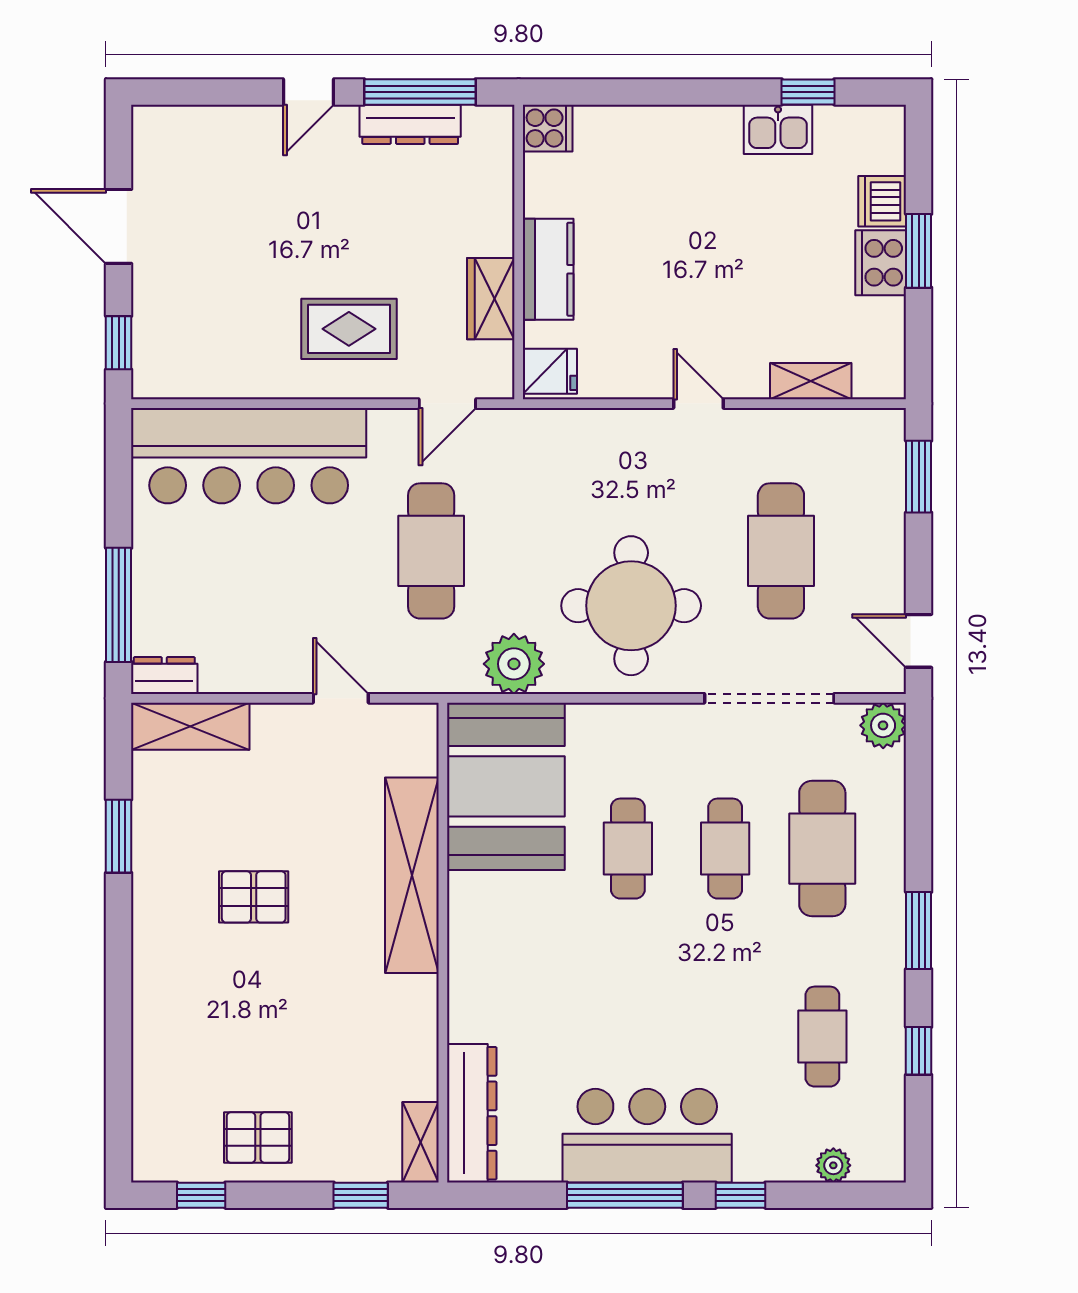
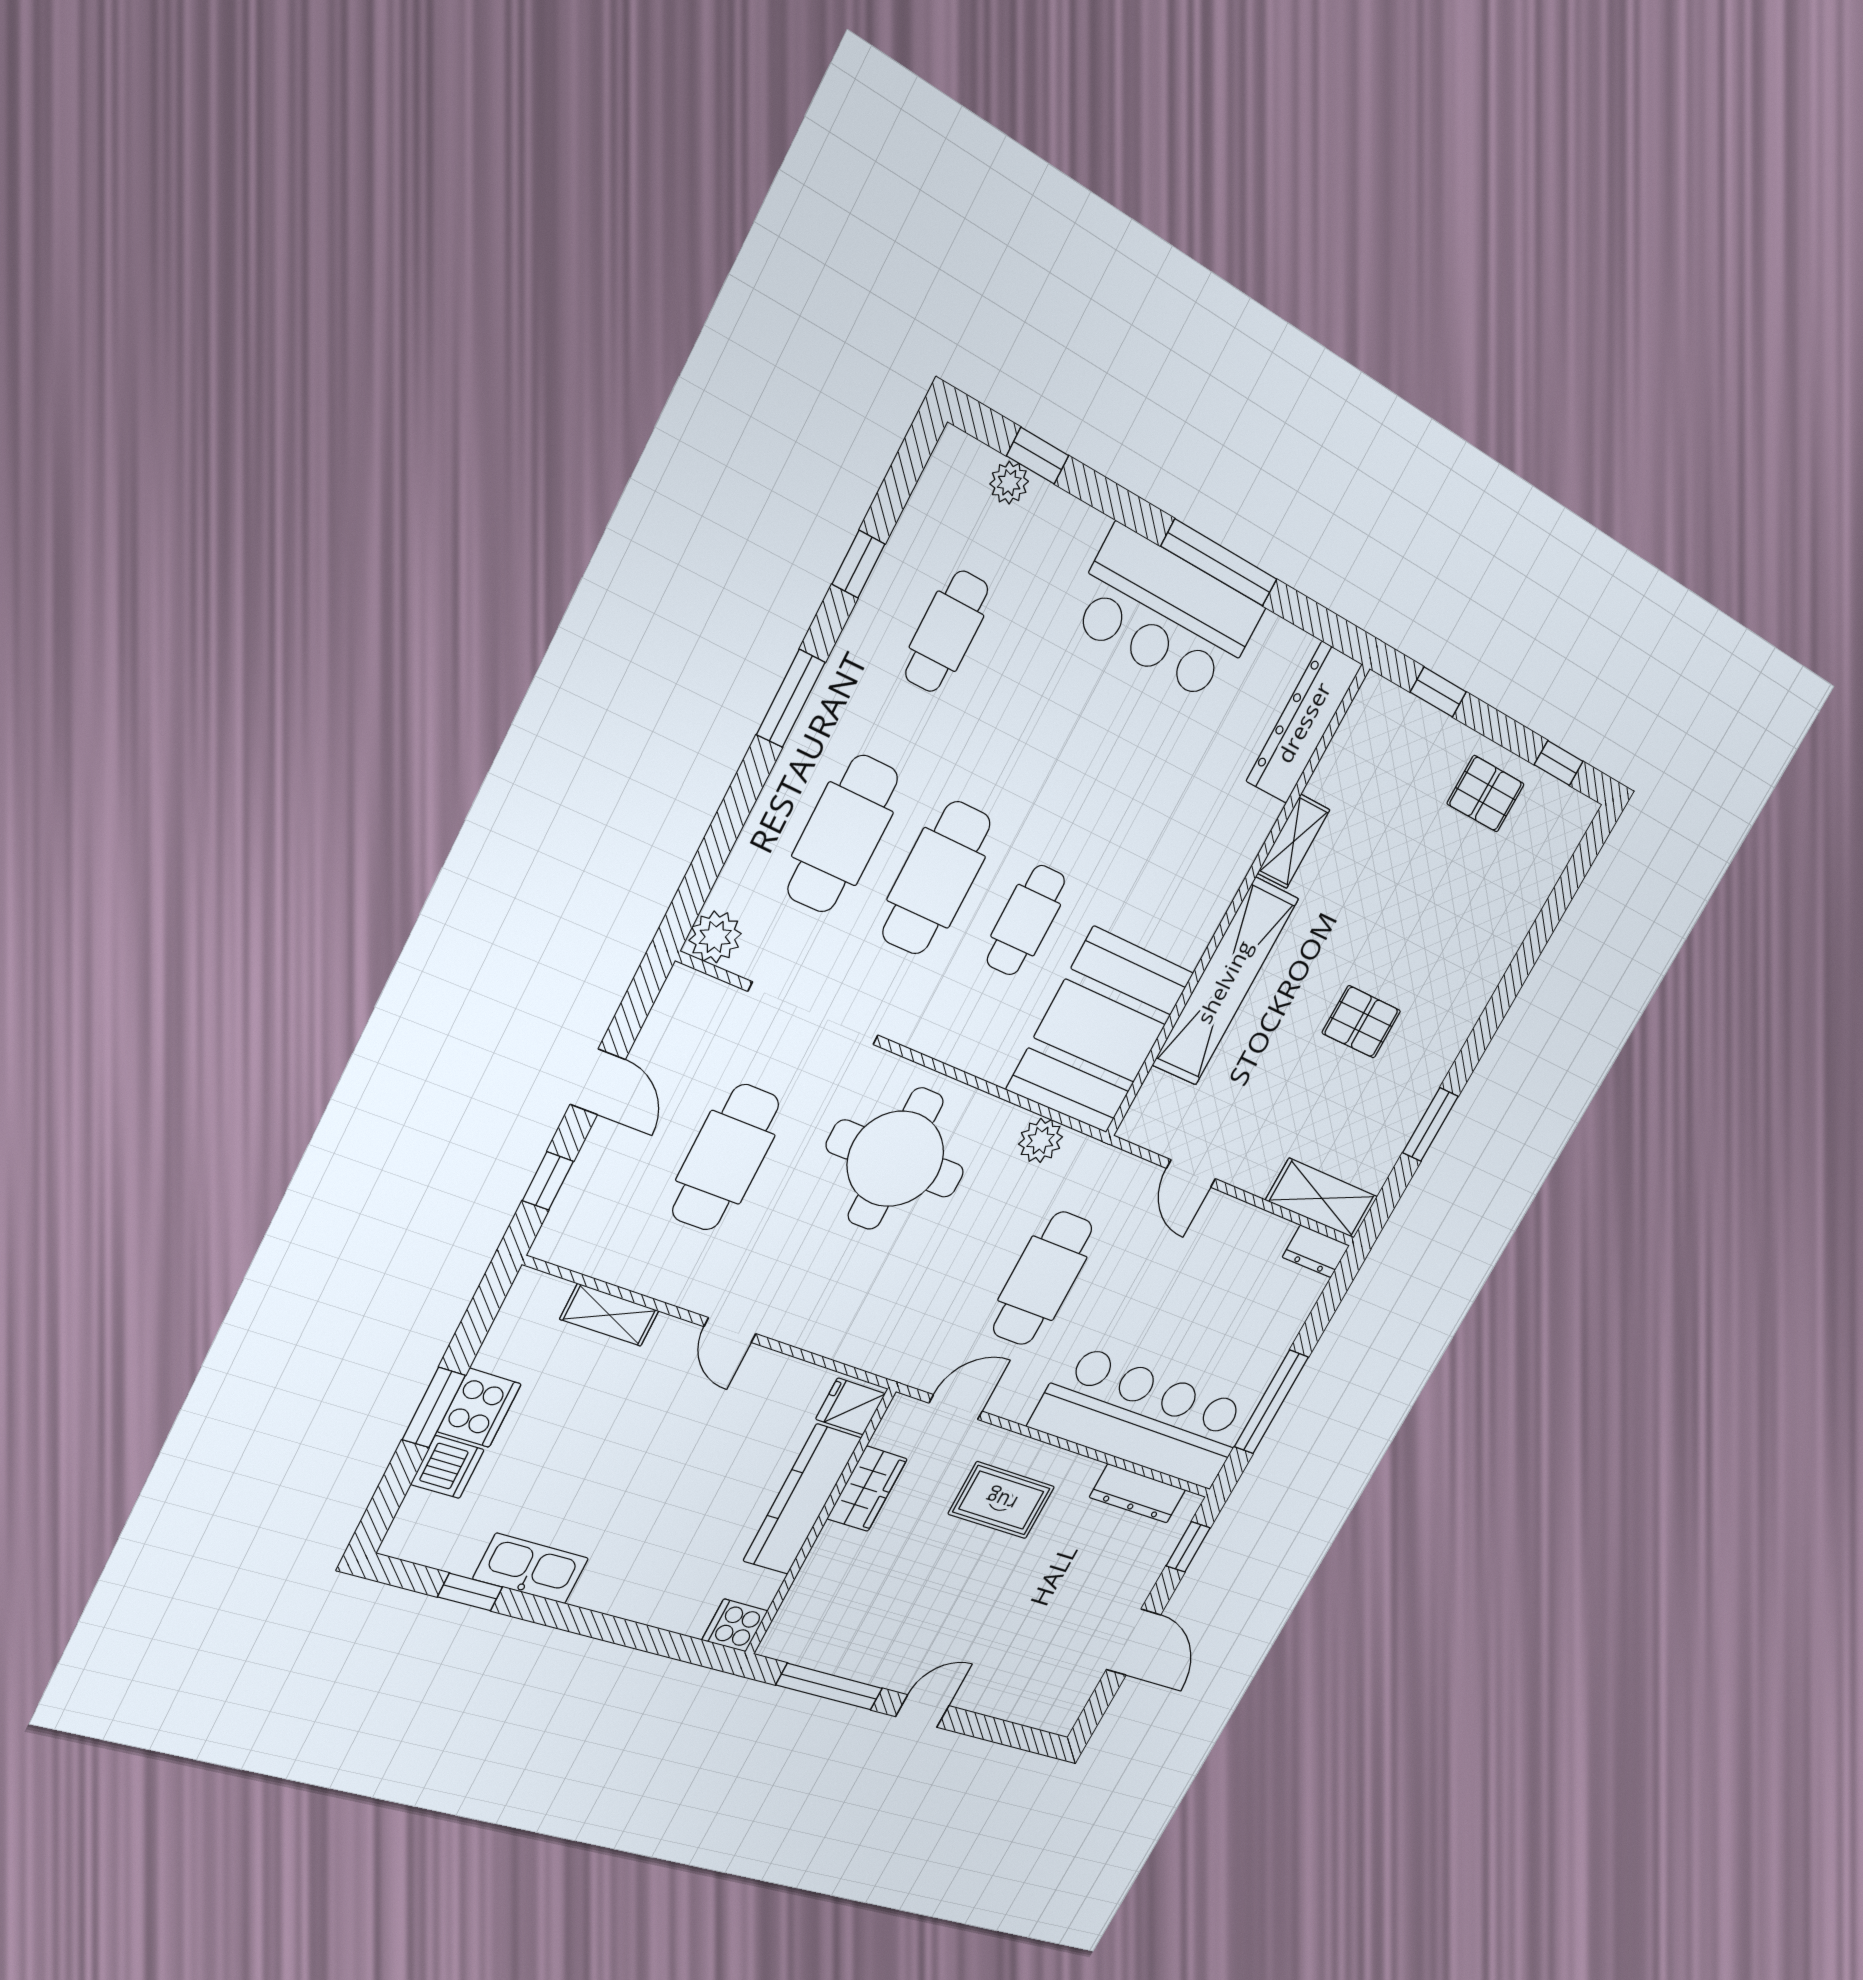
dresser: (410, 124) -> (1138, 1494), moved, turned 180
kitchen sink: (778, 129) -> (531, 1569), width x1.38
kitchen counter: (548, 269) -> (802, 1500), width x1.50
window: (919, 477) -> (548, 1181), width x0.67
window: (119, 605) -> (1271, 1402), moved
door: (919, 641) -> (598, 1082), moved
plant: (514, 664) -> (1041, 1140), width x0.73, depth x0.73
cafe table: (725, 849) -> (936, 878), width x1.37, depth x1.35
shelving: (420, 1142) -> (1294, 841), moved
window: (740, 1195) -> (1038, 456), moved

